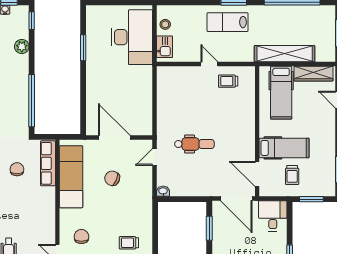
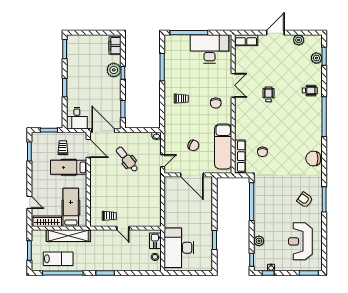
lab bench: (228, 22) -> (58, 259), moved
dental chair: (194, 144) -> (127, 159), moved, turned 51

